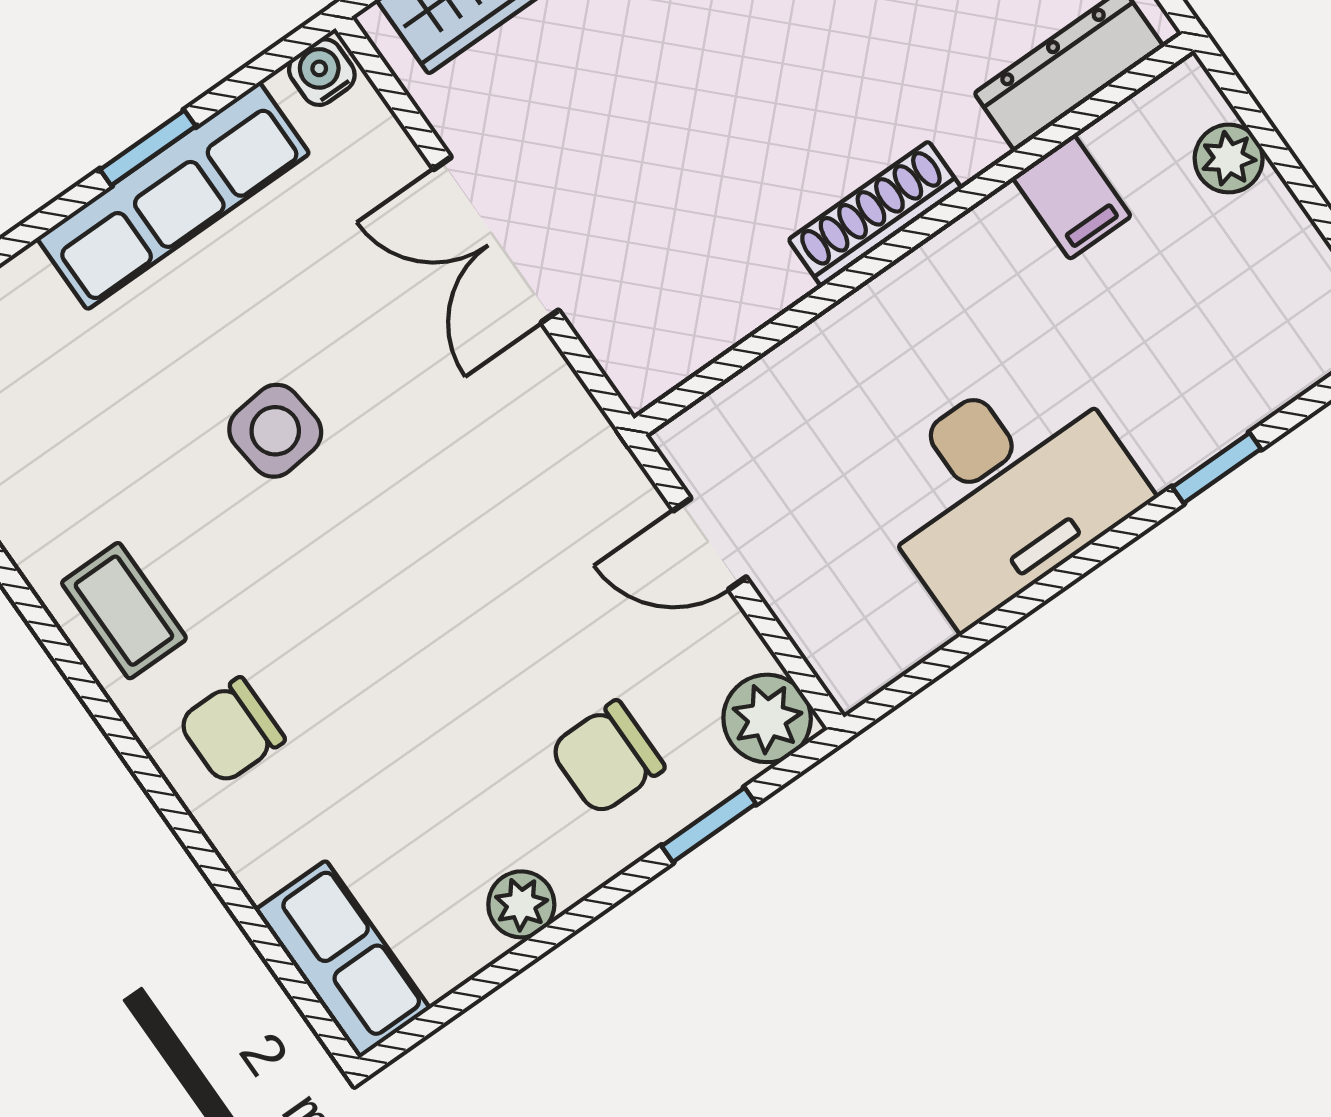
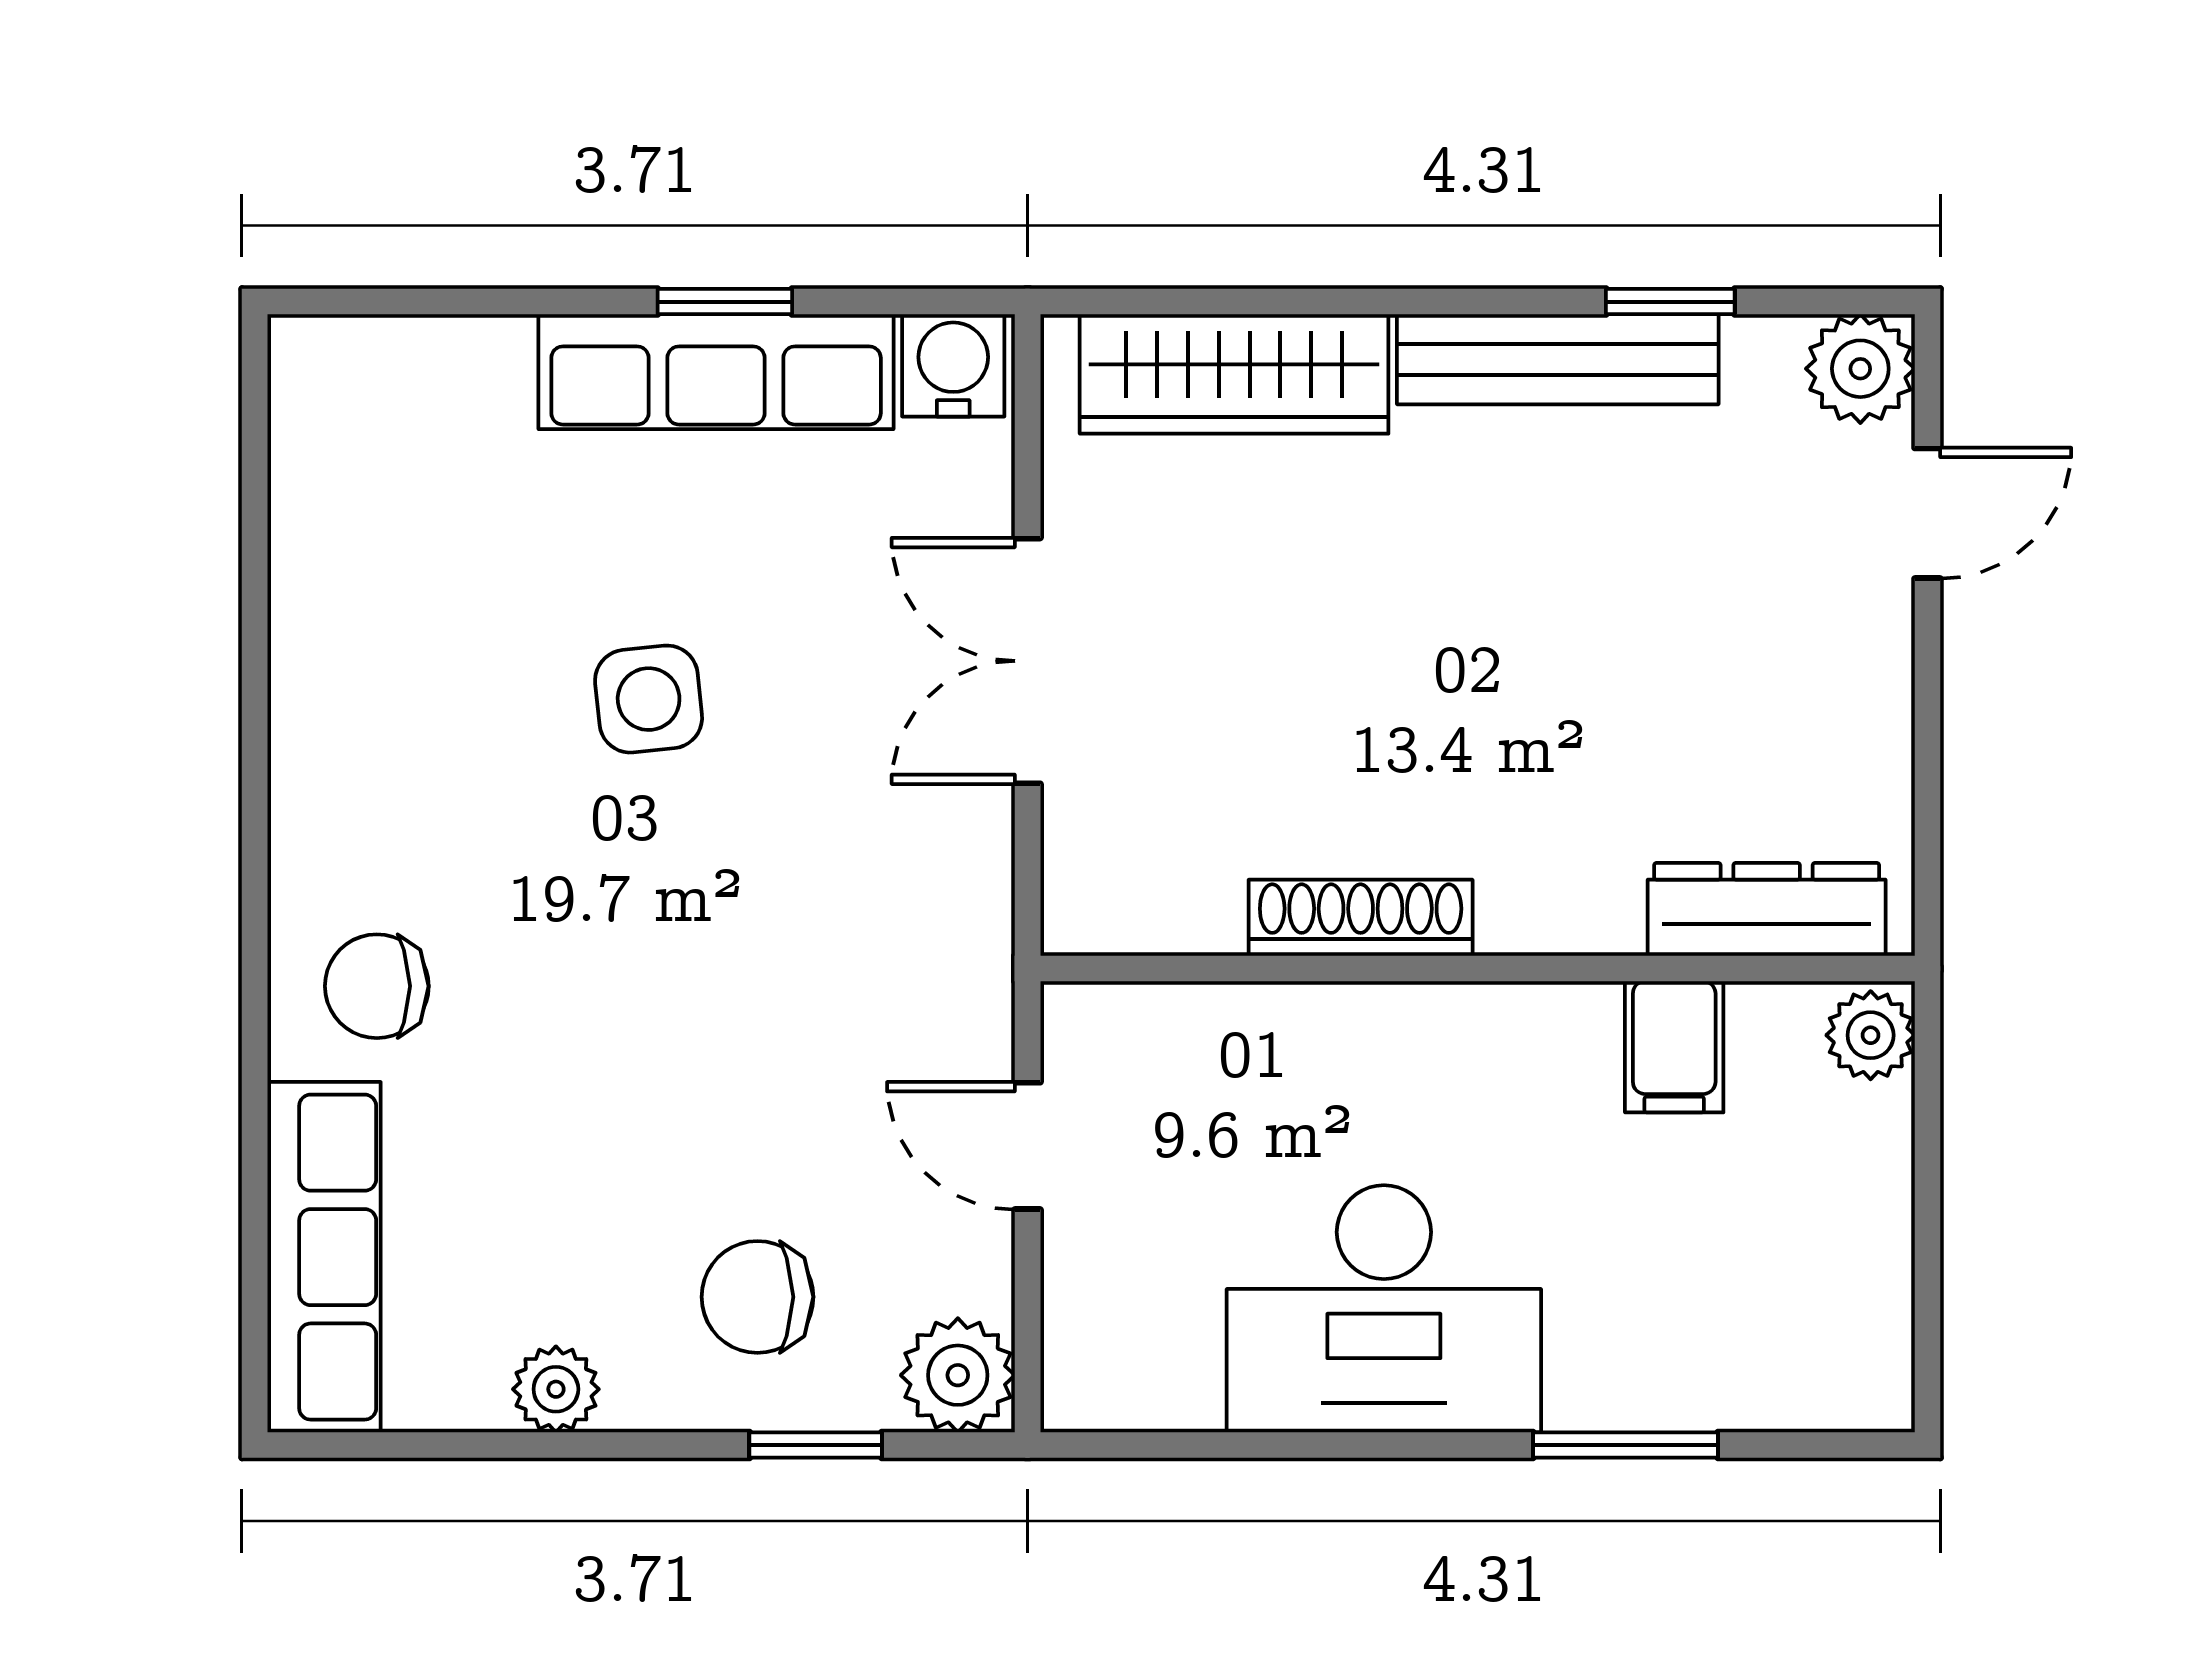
water cooler: (322, 72) -> (953, 365), width x1.38, depth x1.38
plant: (1229, 159) -> (1871, 1035), moved
shoe rack: (875, 214) -> (1361, 918), moved
window: (1217, 468) -> (1625, 1445), width x1.50
coffee table: (124, 611) -> (352, 778), removed
row of seats: (343, 959) -> (324, 1257), width x1.48

